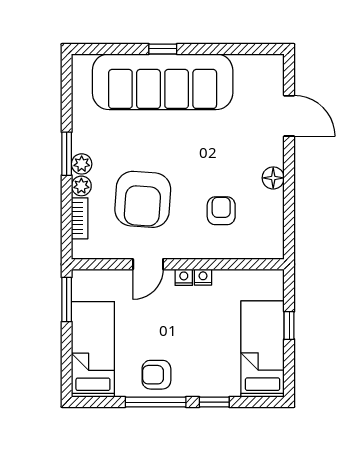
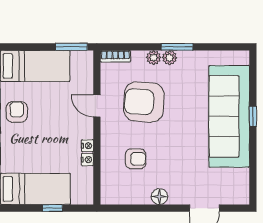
bookcase: (80, 218) -> (115, 56), moved
nightstand: (184, 277) -> (87, 160), moved

